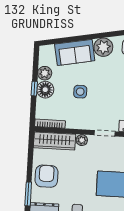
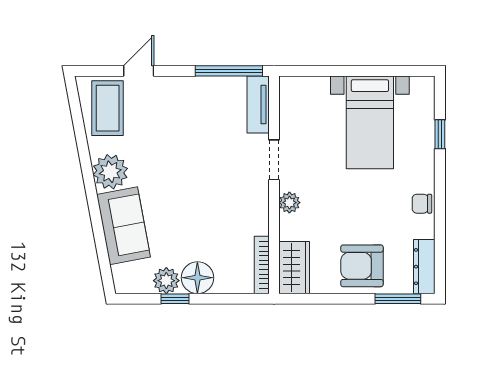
window: (34, 89) -> (175, 299), moved
side table: (80, 92) -> (197, 211), removed
wardrobe: (54, 141) -> (294, 268), width x0.67

